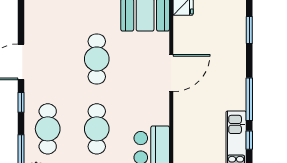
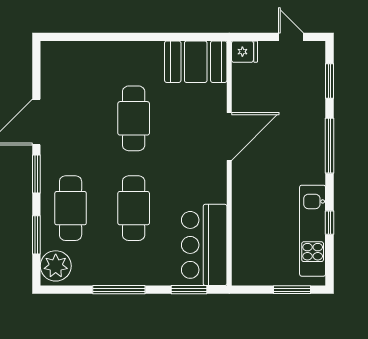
window: (249, 99) -> (329, 146), moved
window: (21, 102) -> (36, 174), width x1.50

